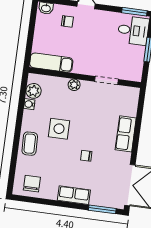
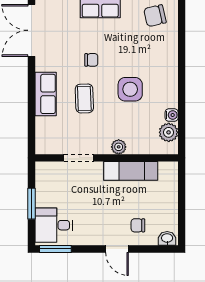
exam couch: (51, 63) -> (131, 171), moved
coffee table: (30, 144) -> (84, 98), moved
chair: (32, 184) -> (155, 16), turned 77

